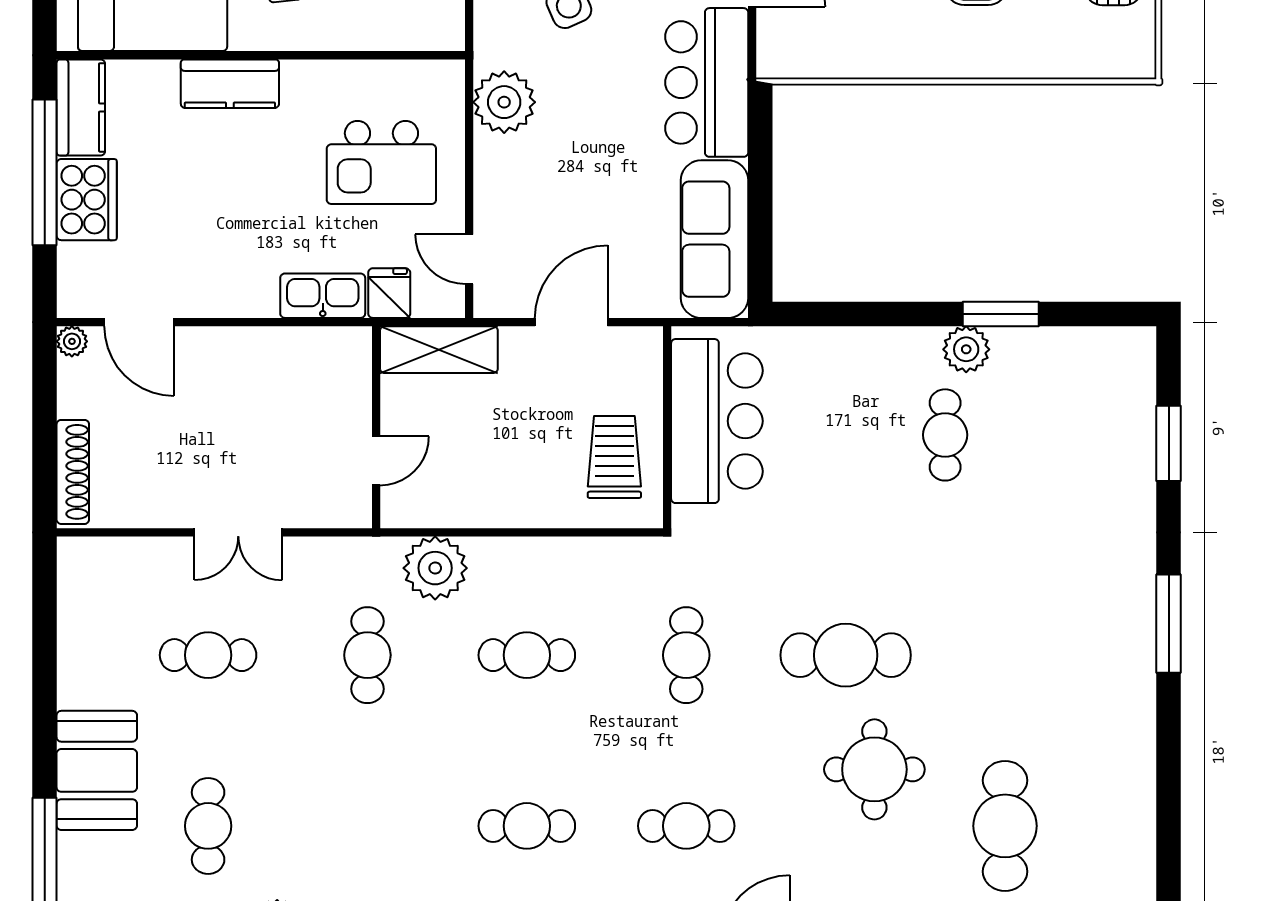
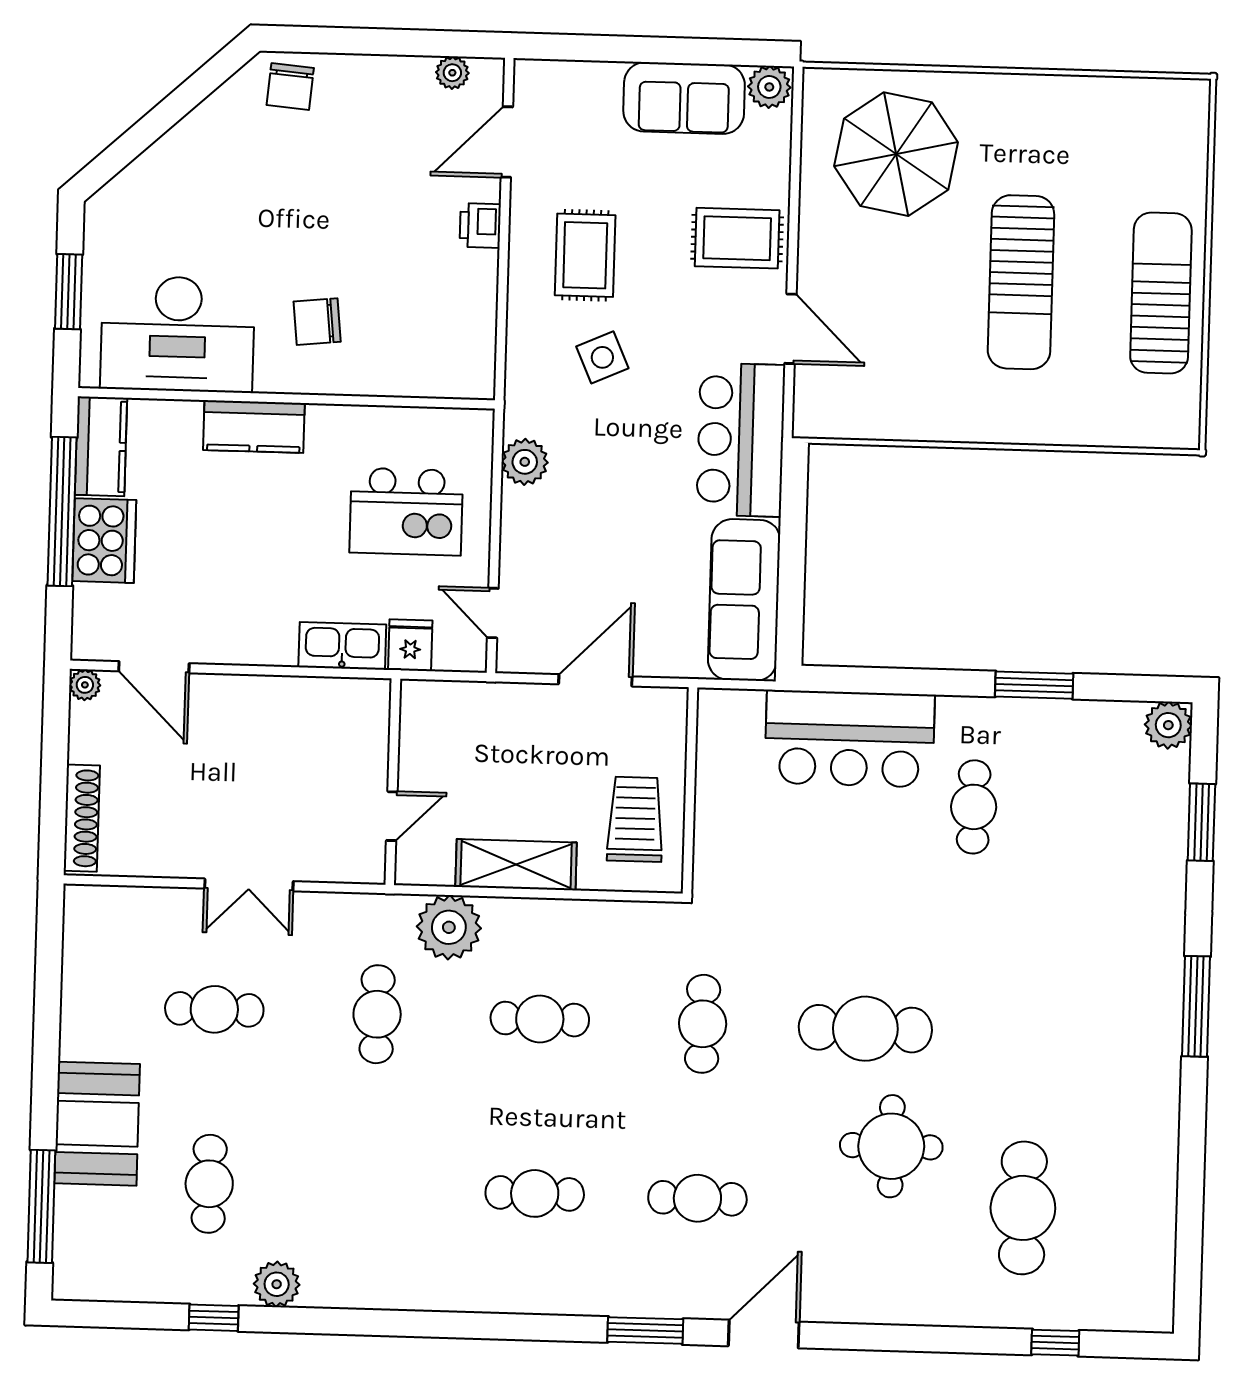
plant: (504, 102) -> (525, 462), width x0.73, depth x0.73
plant: (966, 349) -> (1168, 725), moved
shelving: (439, 350) -> (516, 865), moved
bar counter: (717, 421) -> (850, 739), moved, turned 90

